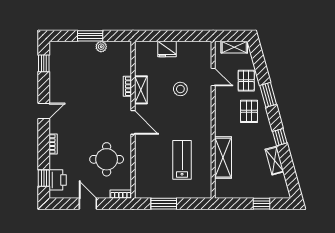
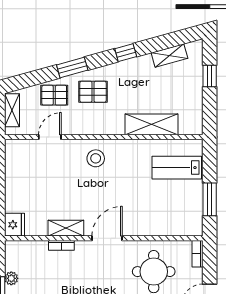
fridge: (167, 49) -> (14, 225), moved
stool: (180, 89) -> (96, 158), moved
lab bench: (182, 160) -> (177, 168), moved
shelving: (274, 161) -> (169, 56), moved

